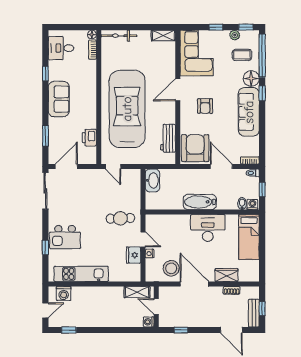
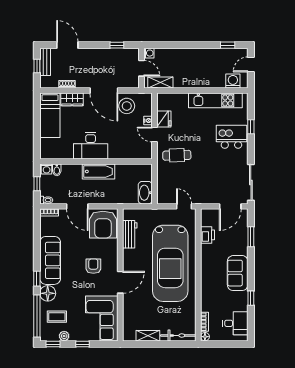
shelving: (163, 35) -> (148, 336), moved
bed: (249, 237) -> (50, 115), moved, turned 180

